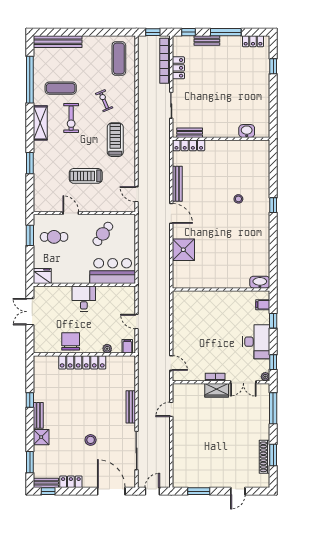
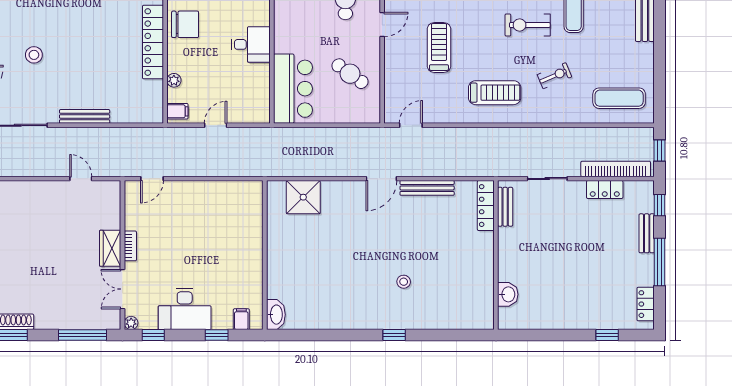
shower: (183, 250) -> (303, 197), moved

